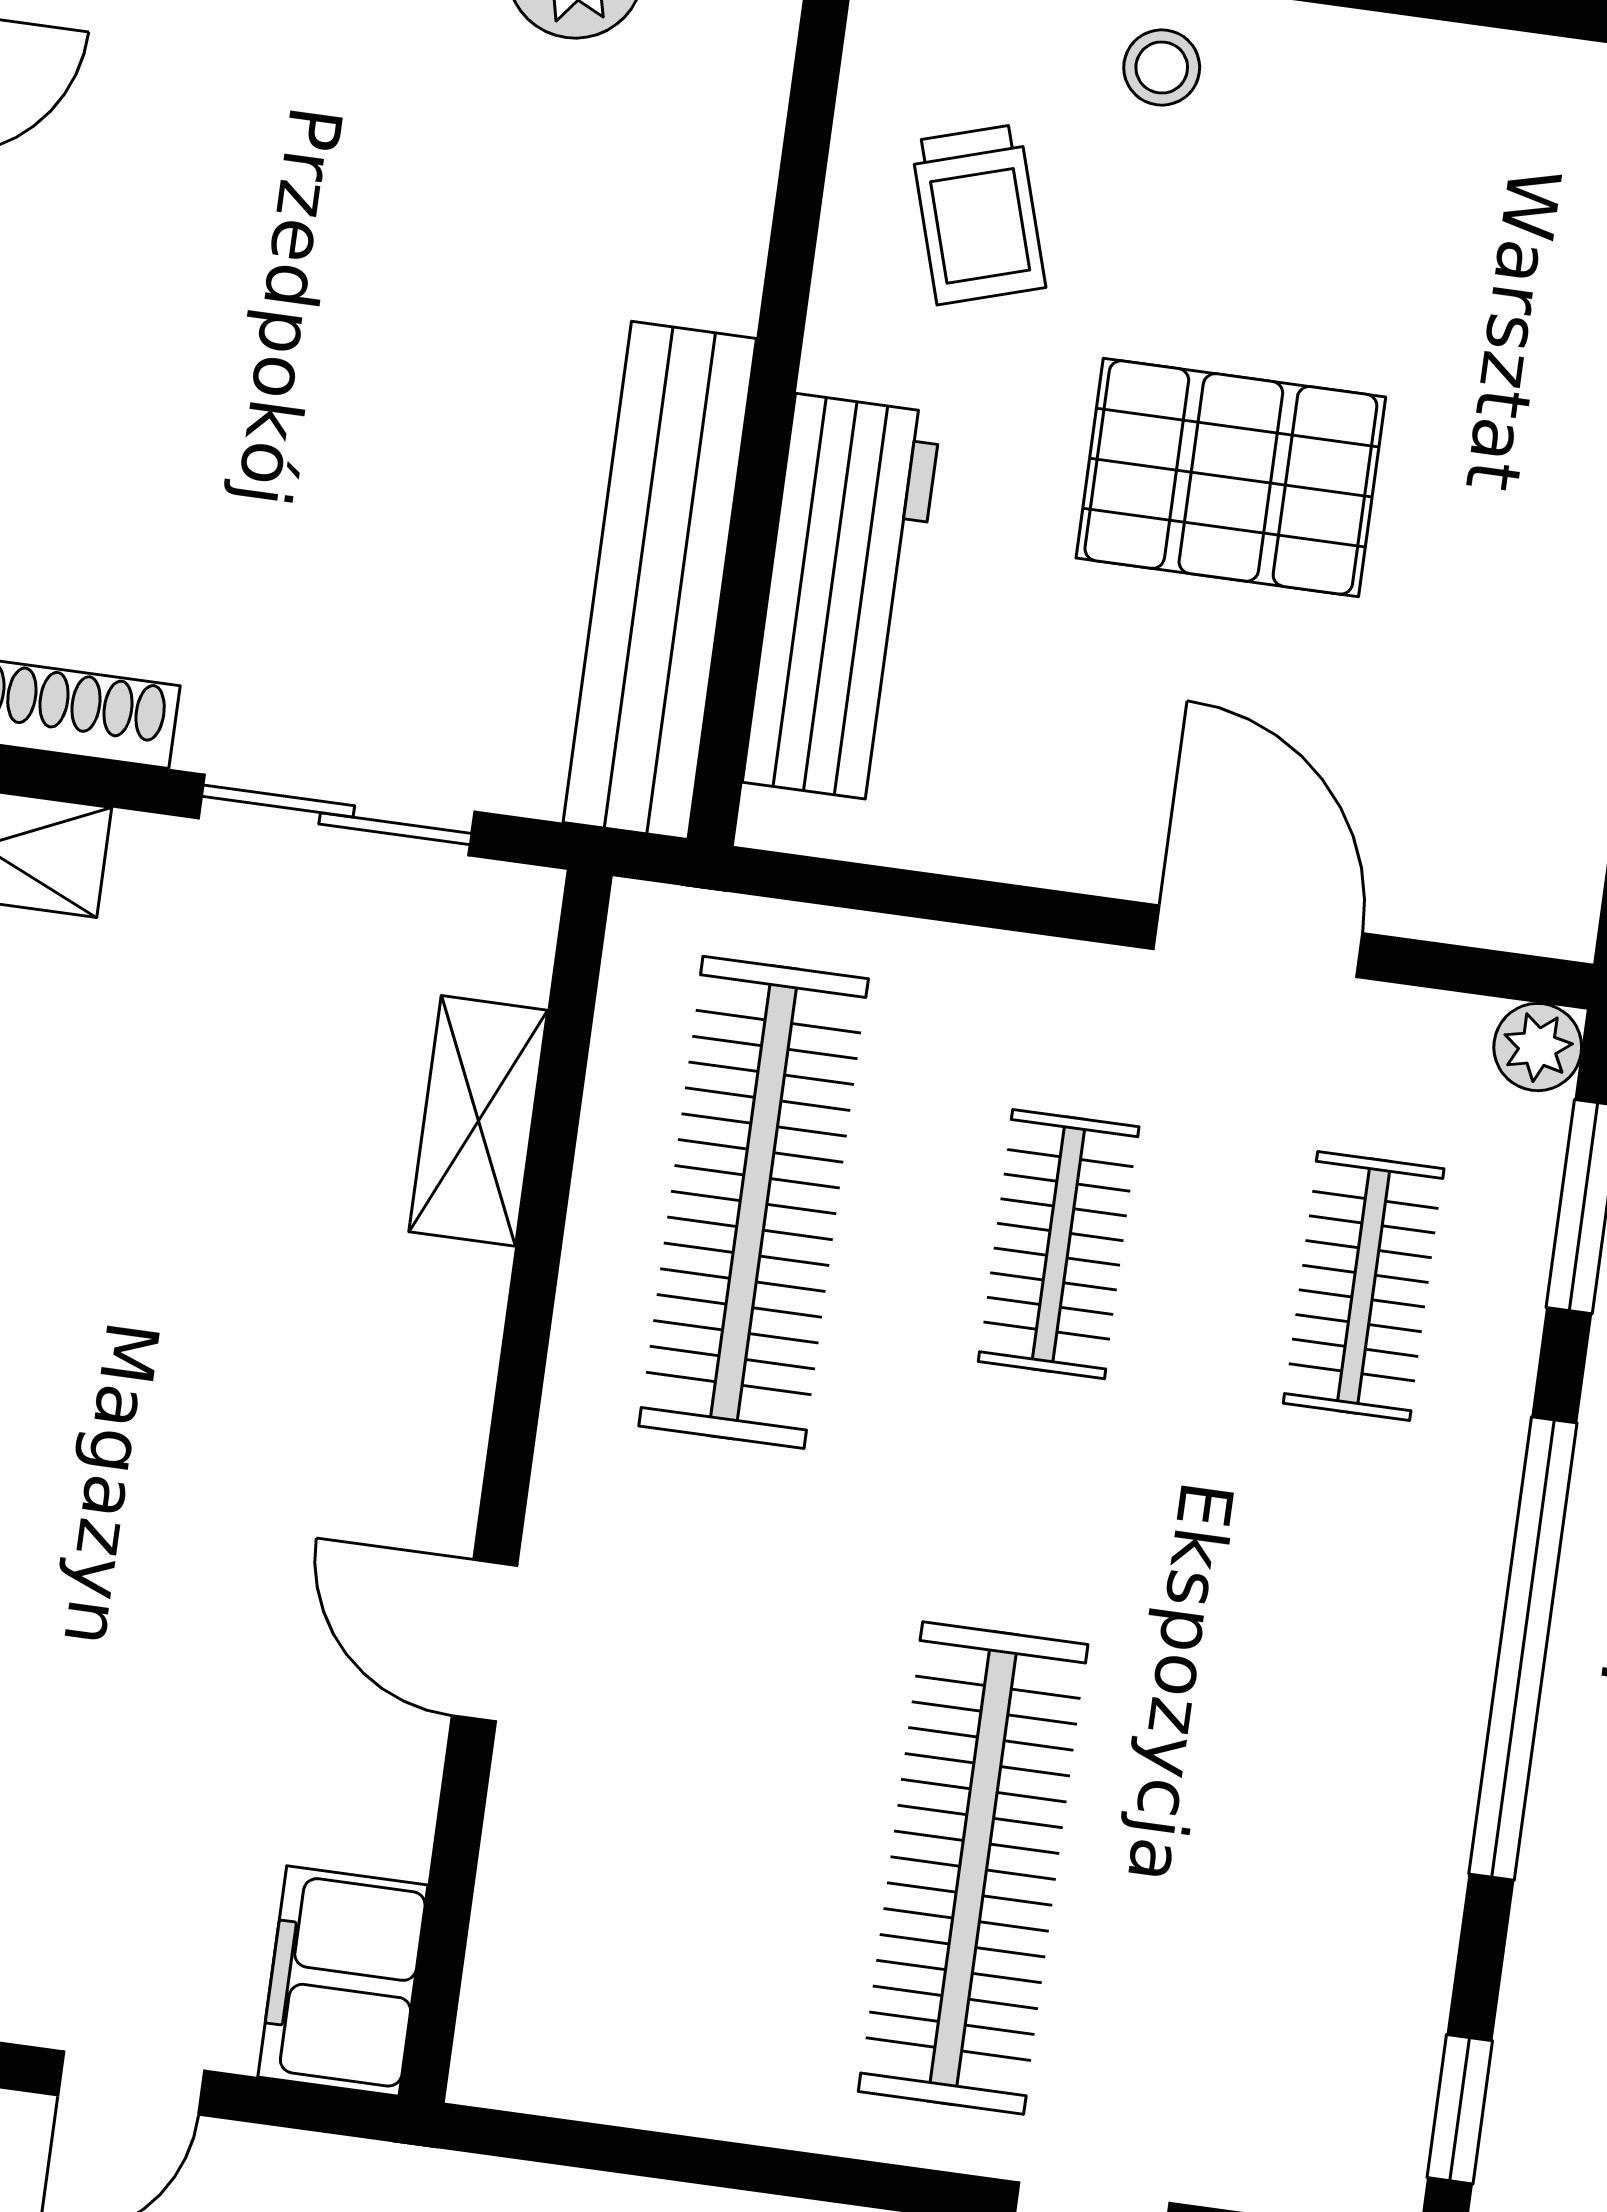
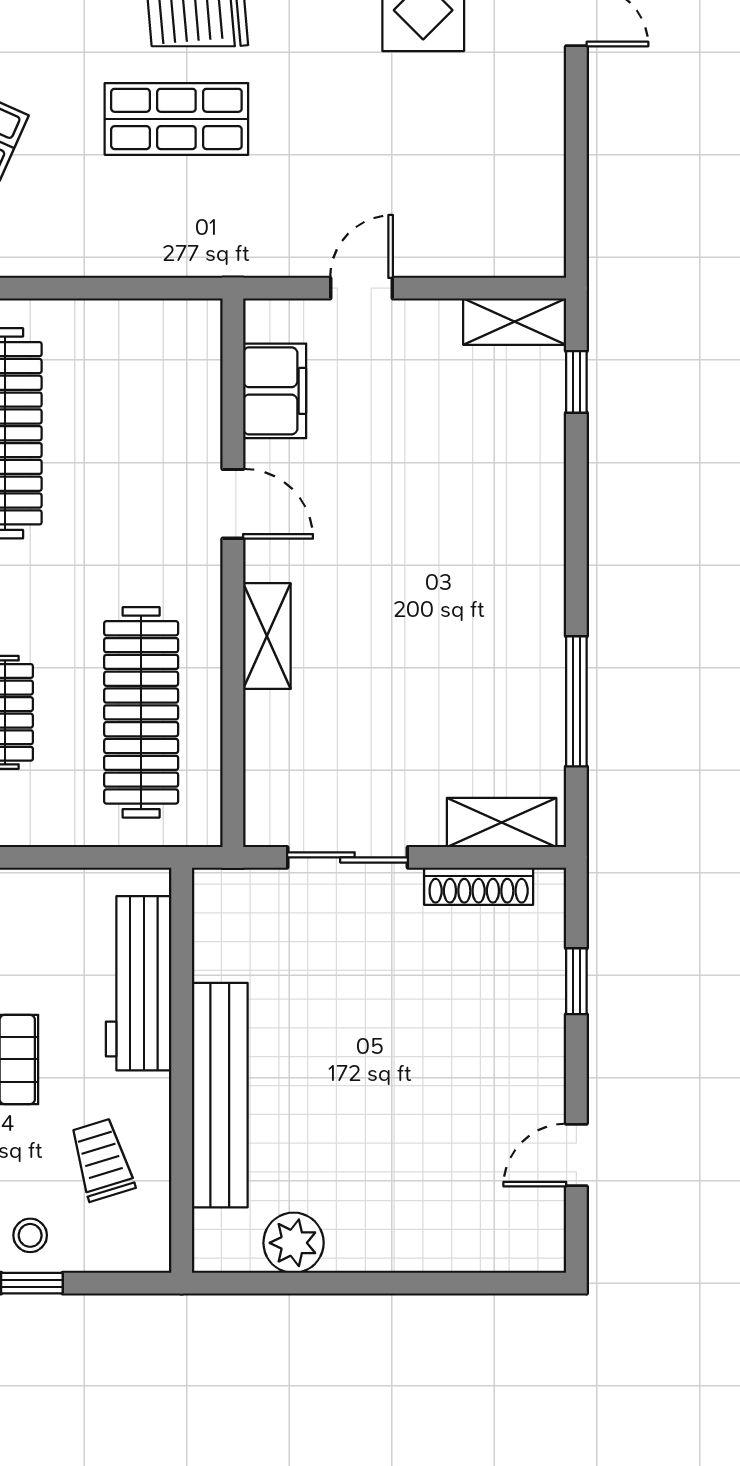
bench: (660, 580) -> (220, 1095), moved
shelving: (478, 1121) -> (267, 636), moved
filing cabinet: (343, 1981) -> (275, 391), moved

